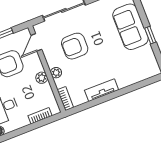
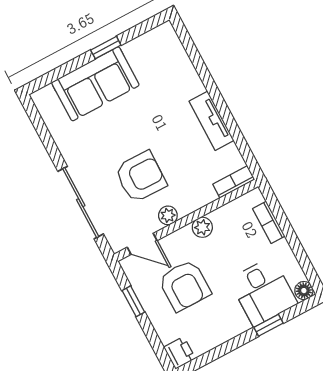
armchair: (75, 46) -> (141, 177), turned -89
plant: (56, 73) -> (168, 215), moved

